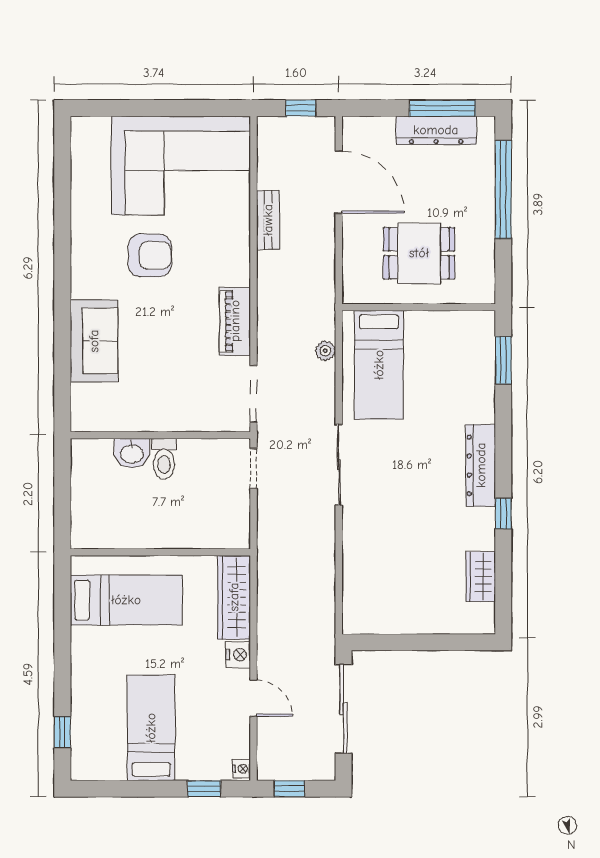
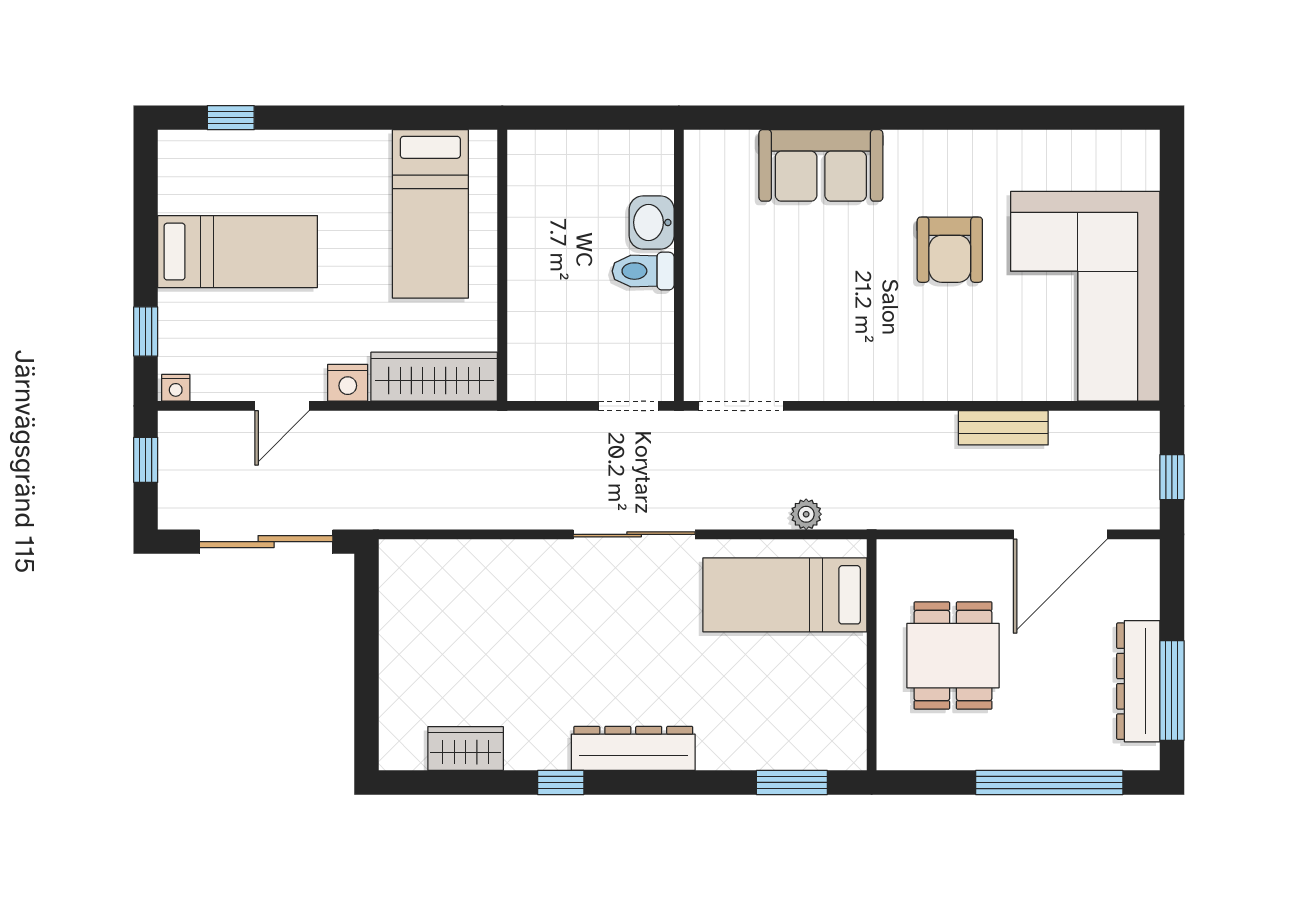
piano: (235, 321) -> (850, 378), removed

